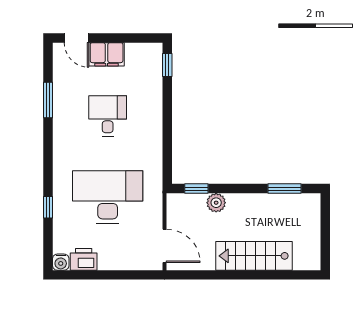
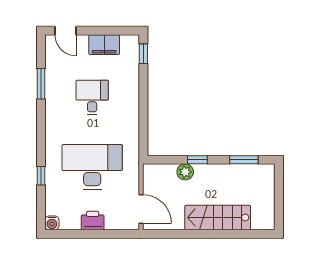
filing cabinet: (107, 54) -> (104, 45), moved
window: (196, 189) -> (197, 160), moved
printer: (84, 259) -> (93, 220), moved

